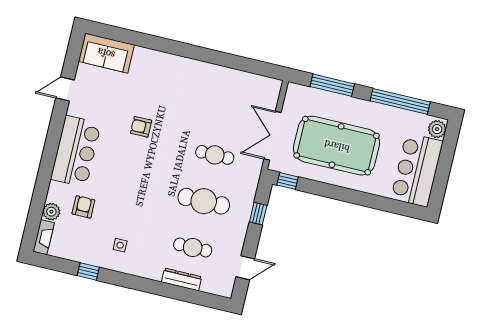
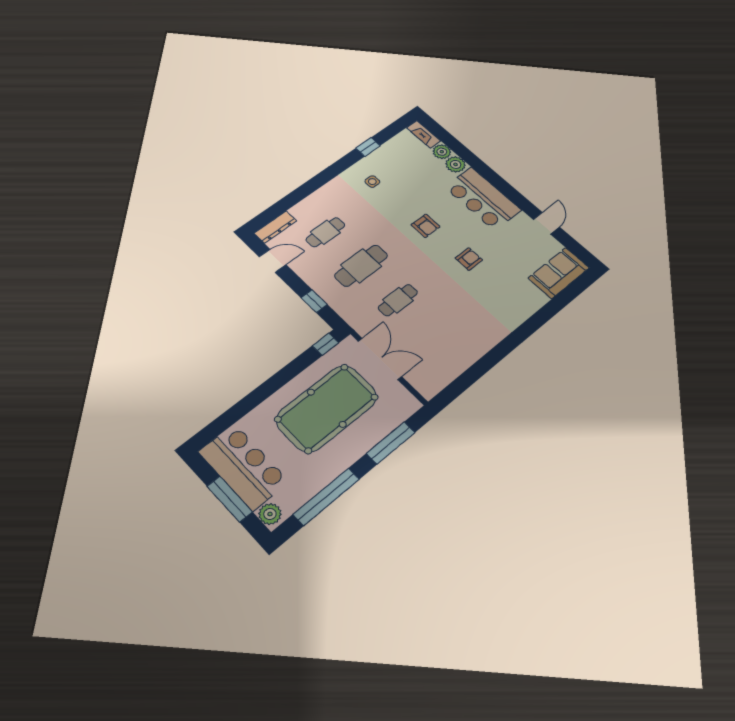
window: (445, 162) -> (230, 499), added
plant: (57, 193) -> (456, 164), added
armchair: (83, 207) -> (426, 226), moved
door: (245, 268) -> (273, 261), swing flipped
dresser: (182, 279) -> (275, 227), moved

